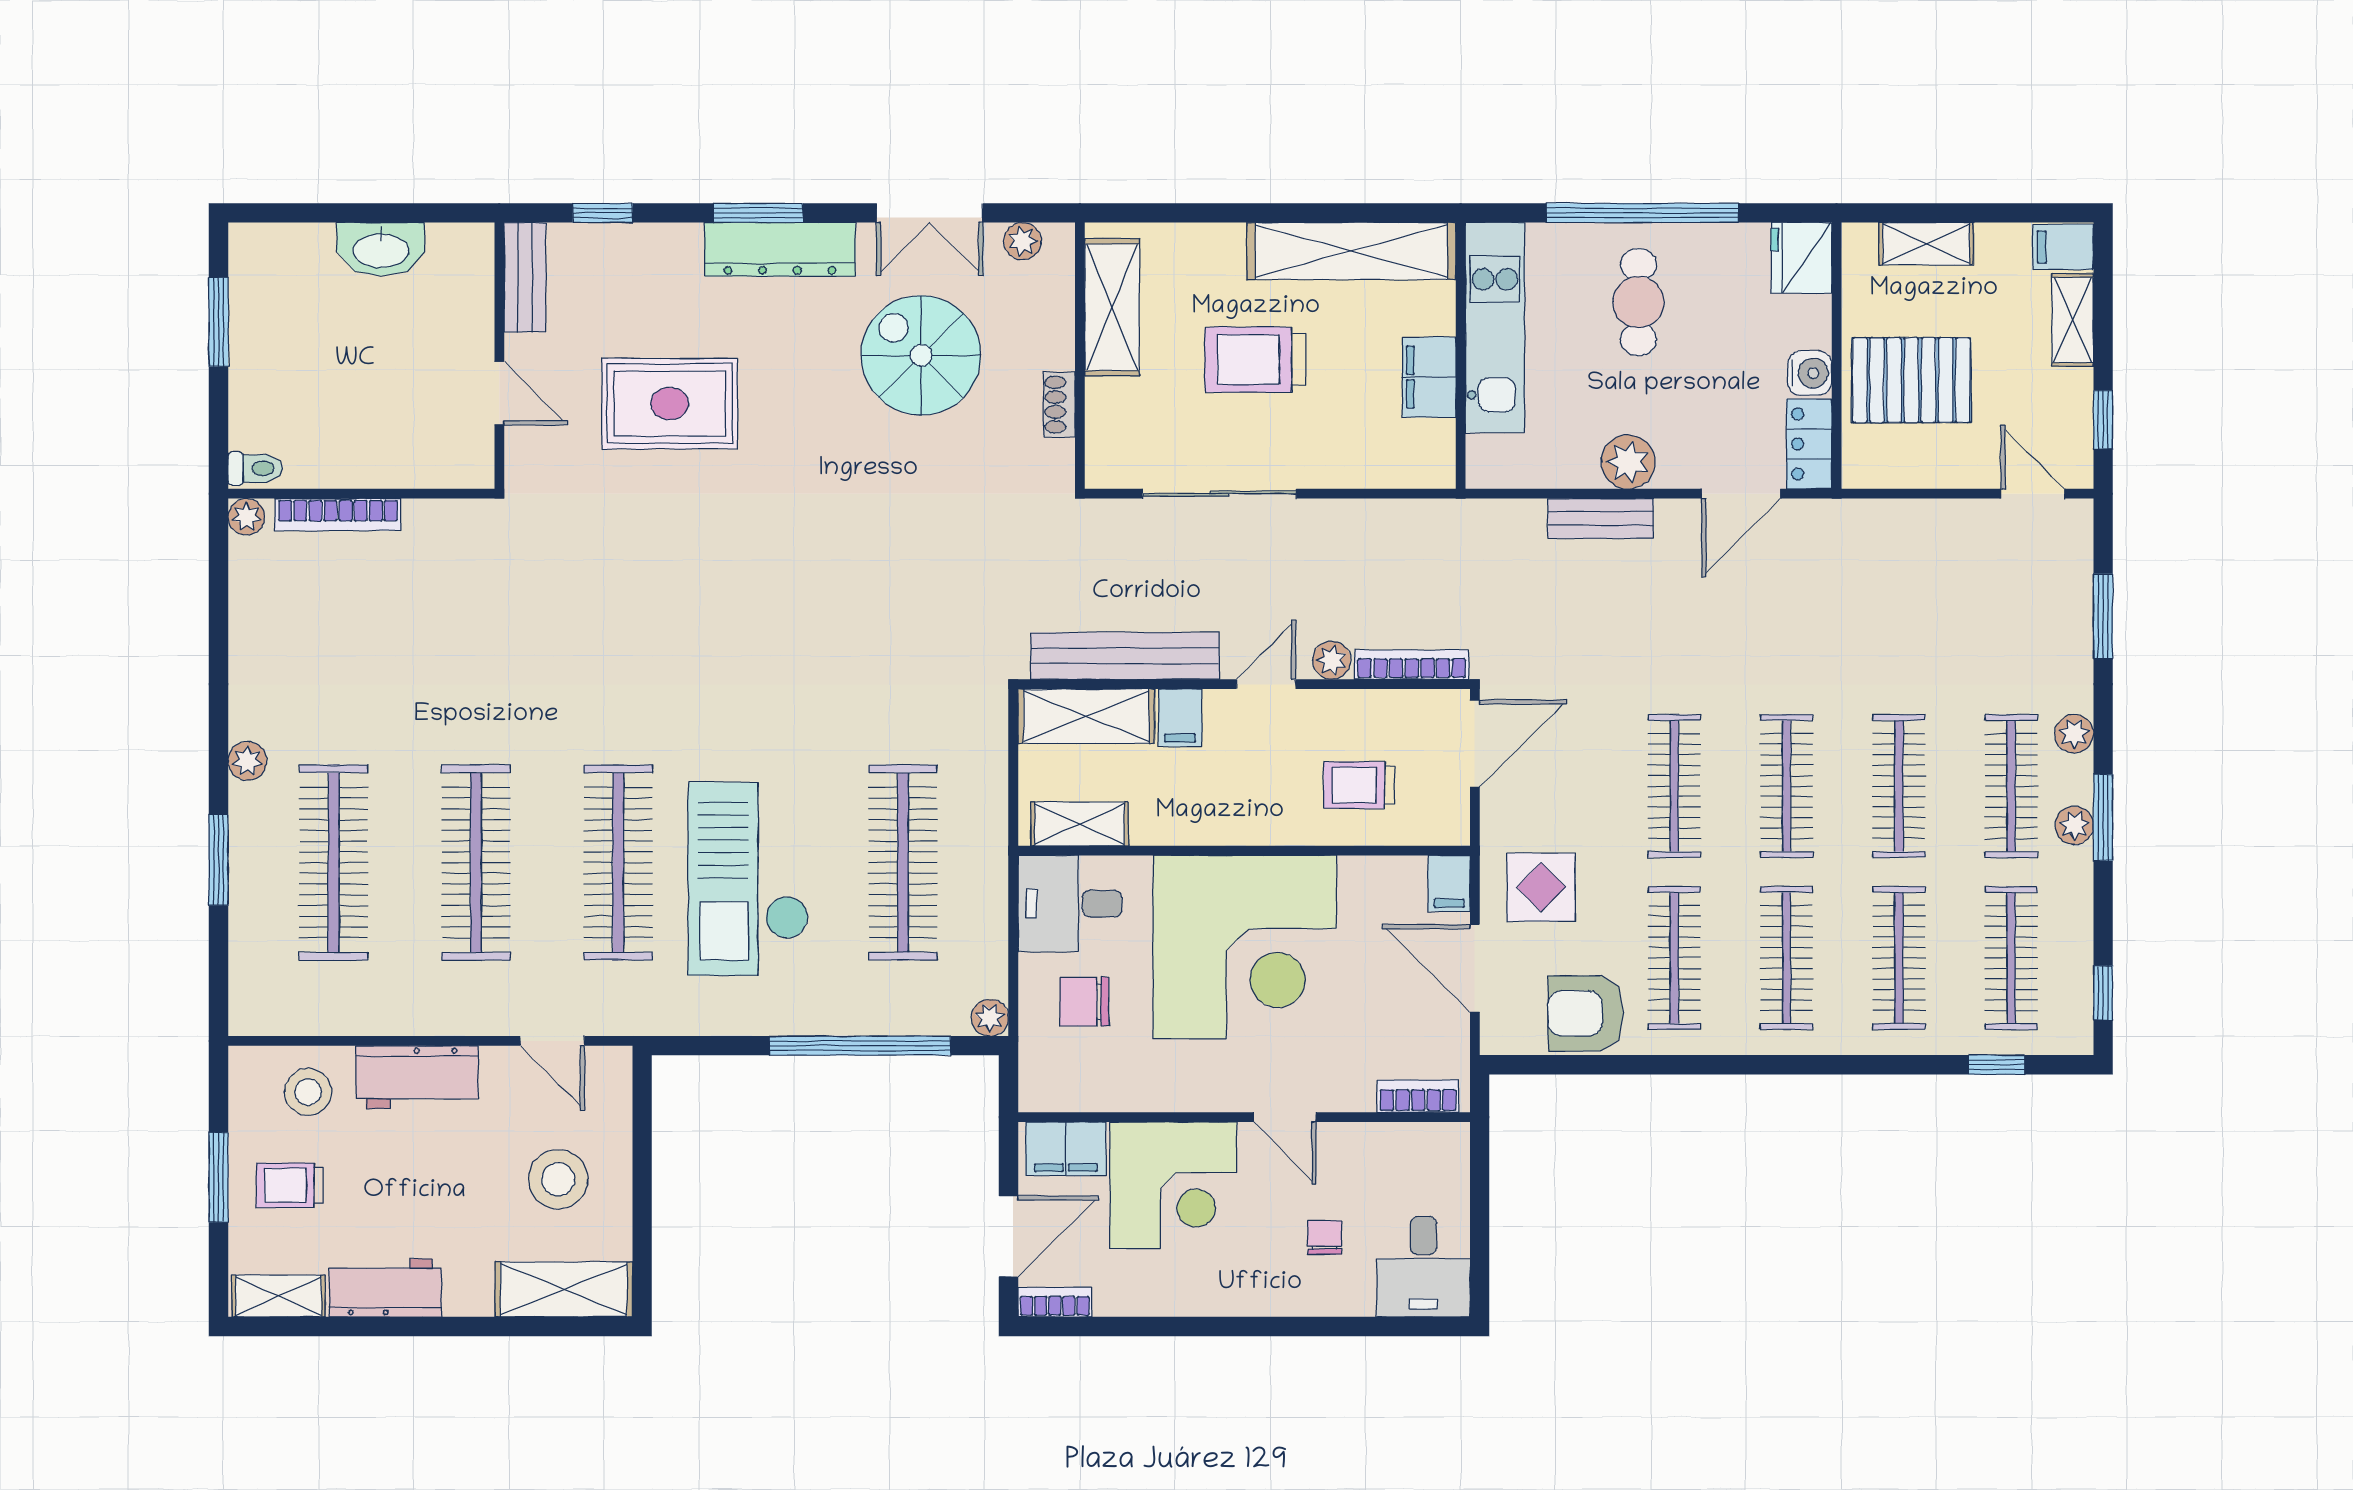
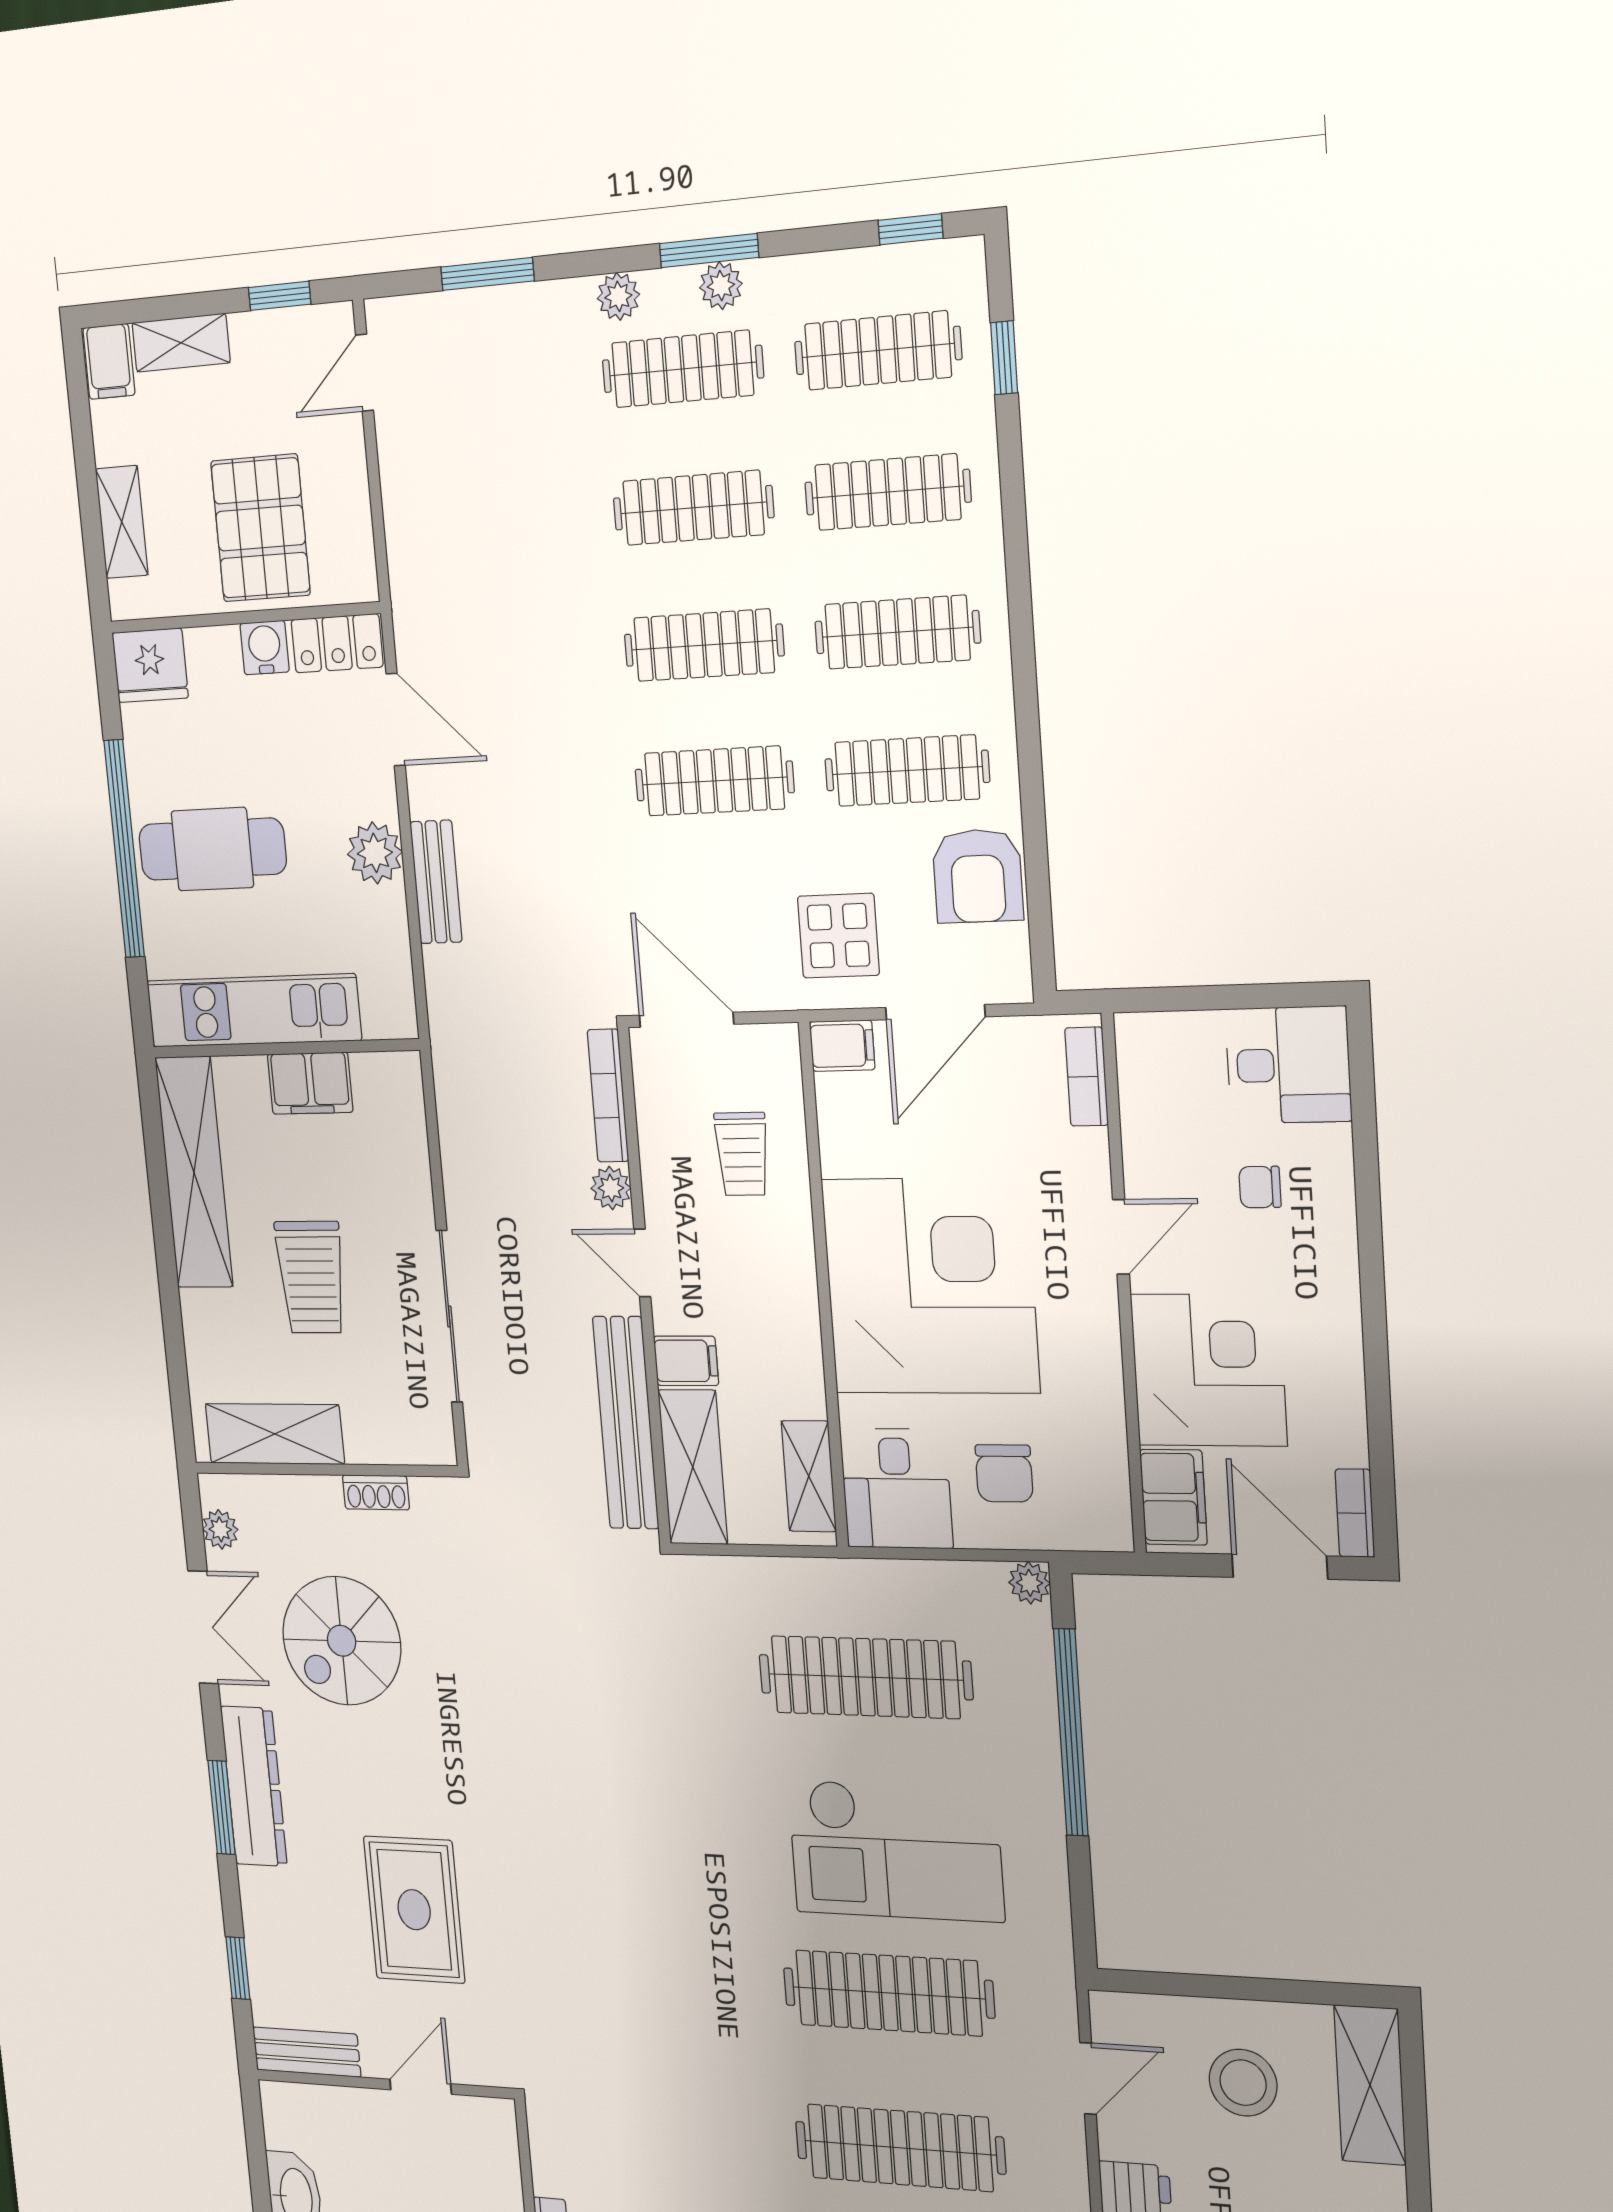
cafe table: (1638, 302) -> (212, 849), width x1.37, depth x1.35

